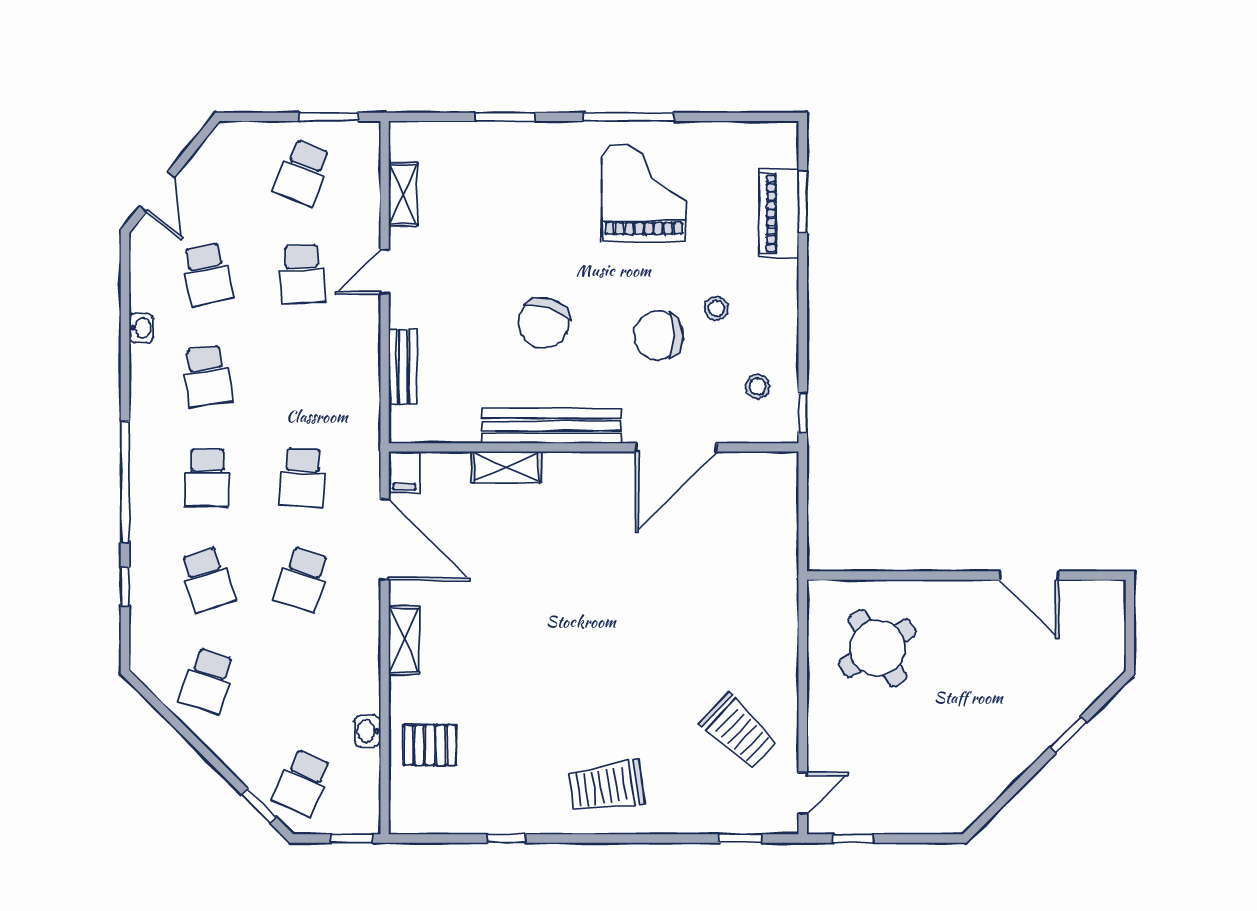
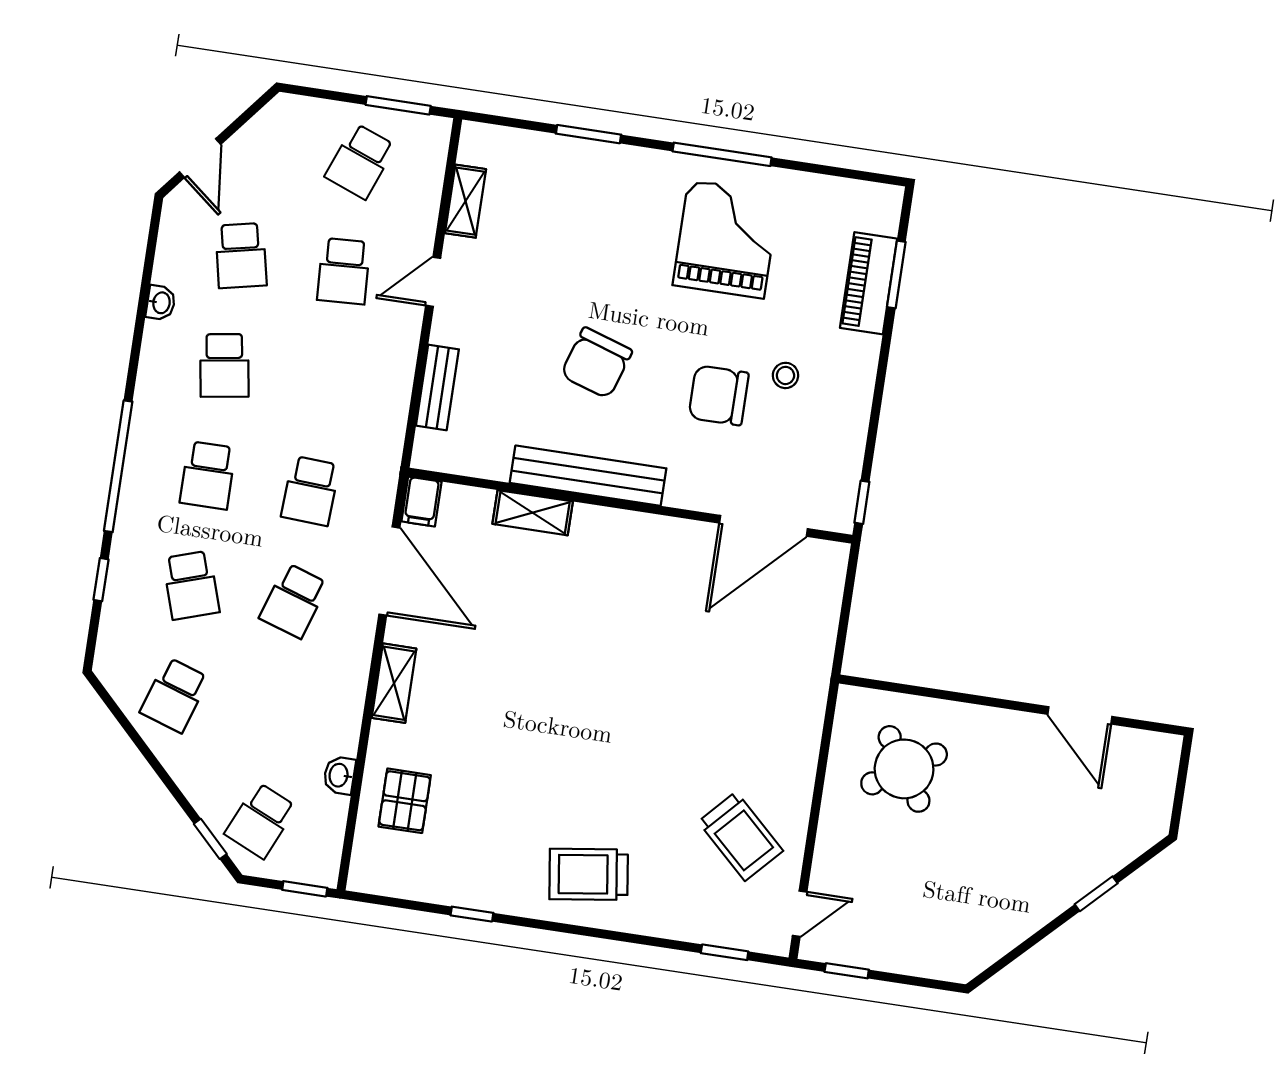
stool: (758, 386) -> (817, 466), removed
door: (676, 447) -> (764, 526), moved
pallet: (430, 745) -> (405, 801), turned 90

